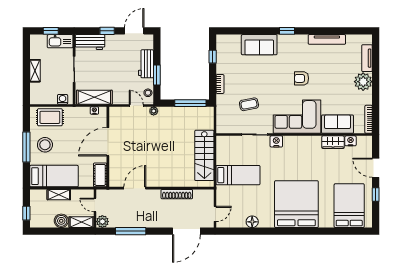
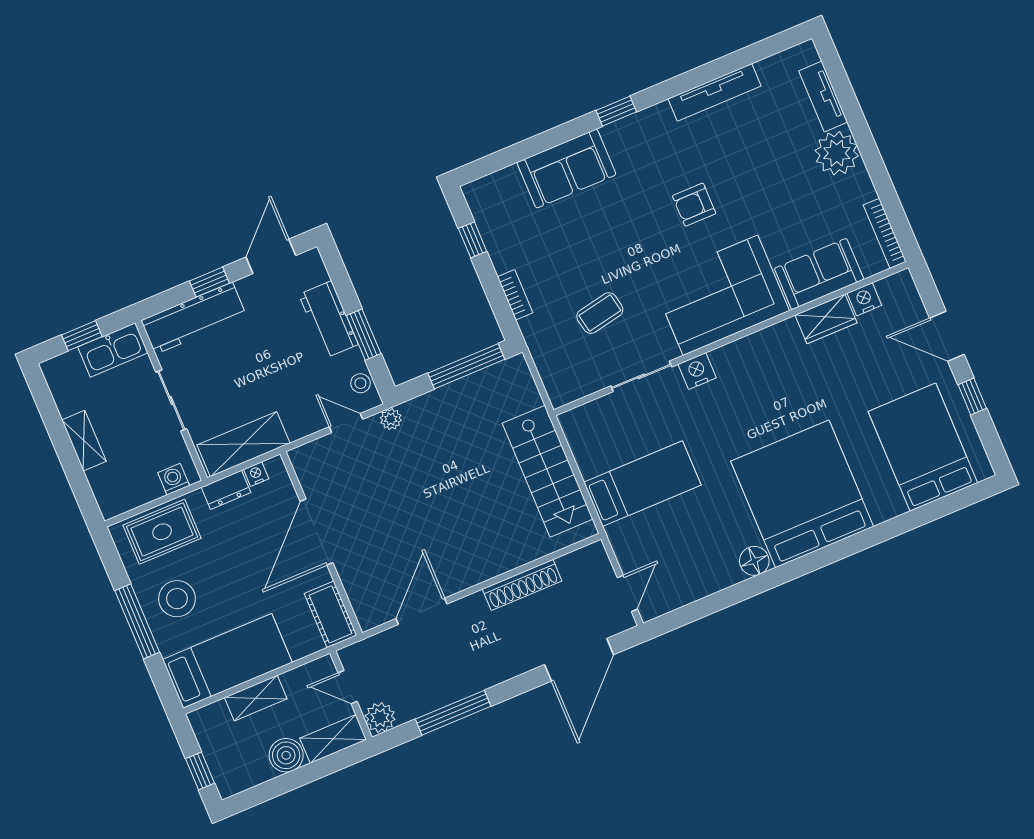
workbench: (90, 42) -> (194, 318), width x1.38
dresser: (81, 112) -> (226, 490), added
floor lamp: (252, 222) -> (754, 561), moved

